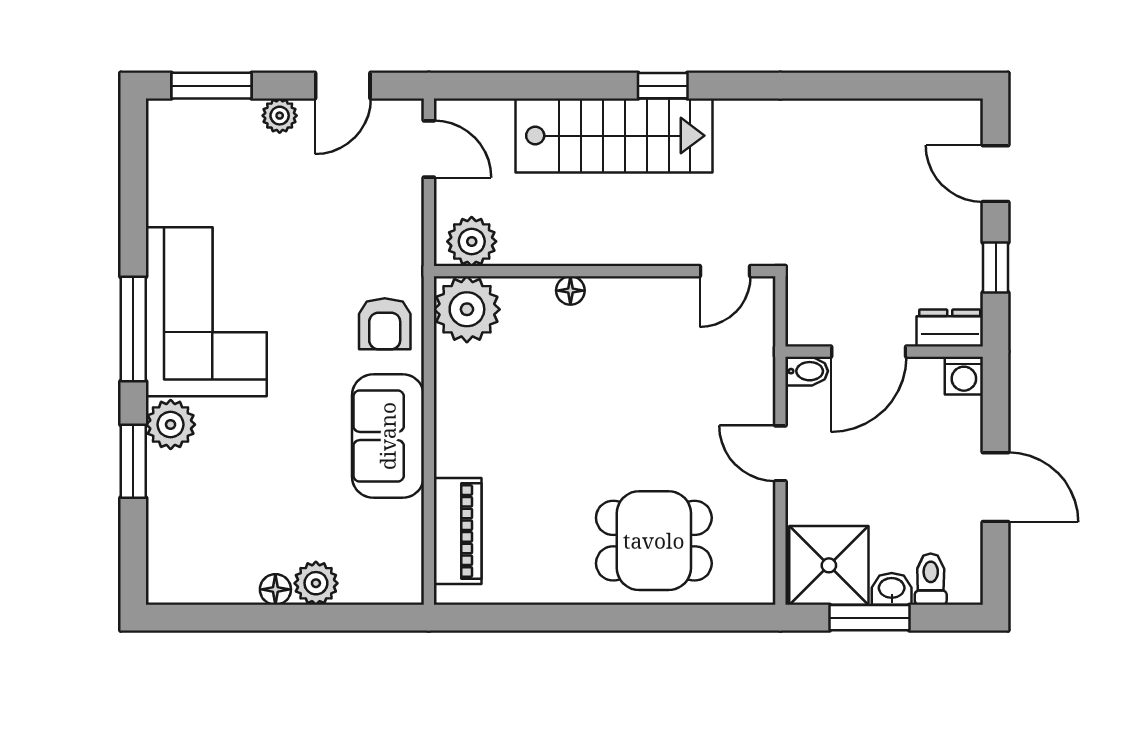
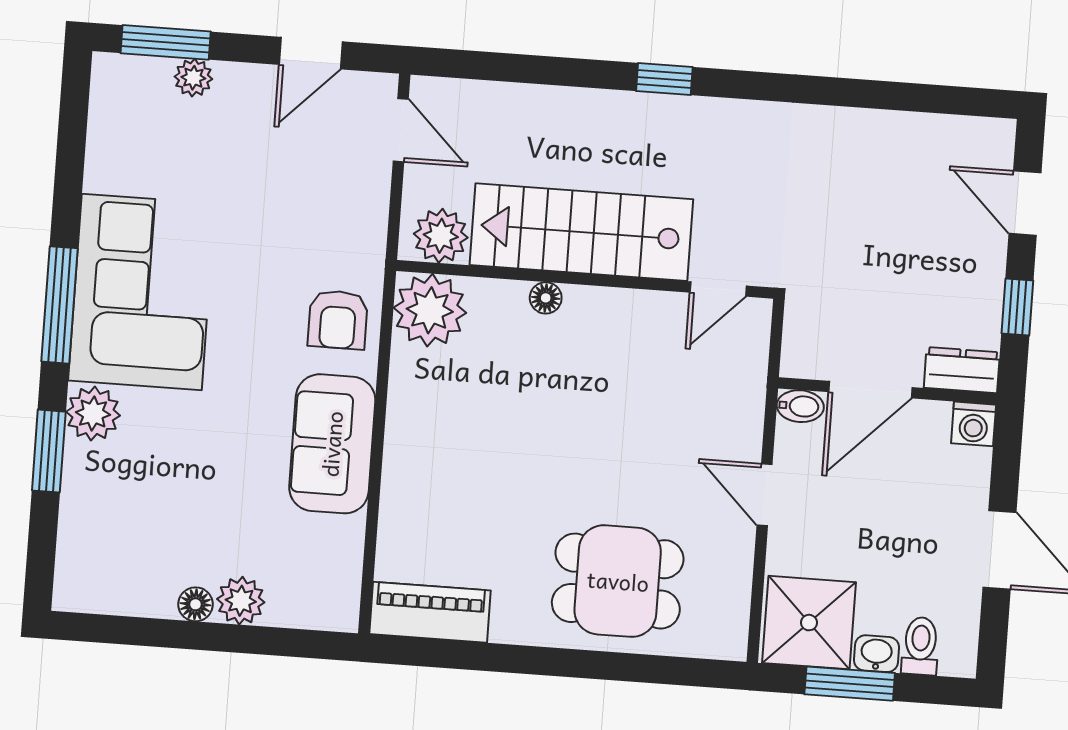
plant: (280, 116) -> (193, 78), moved
stairs: (614, 136) -> (581, 232), moved, turned 180
piano: (458, 531) -> (430, 612), moved, turned -90

